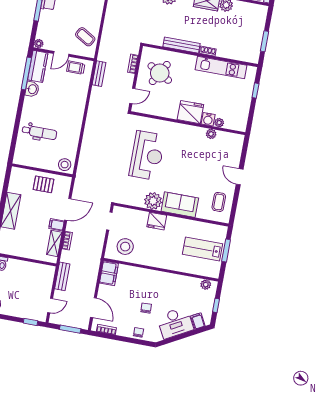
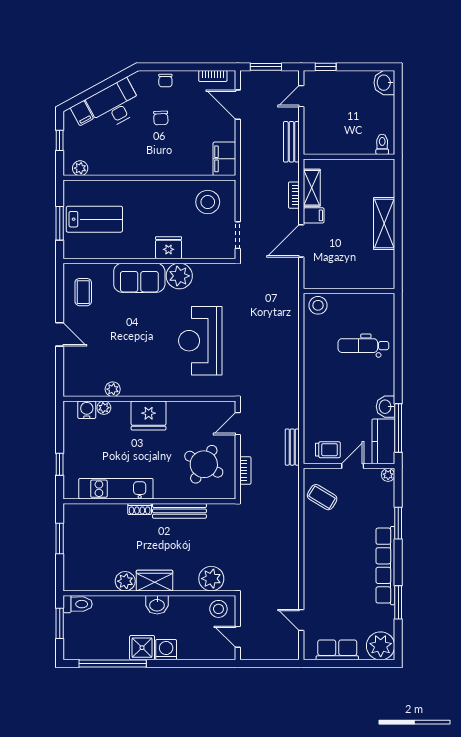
water cooler: (208, 119) -> (87, 410), moved
pallet: (44, 184) -> (343, 271), removed

